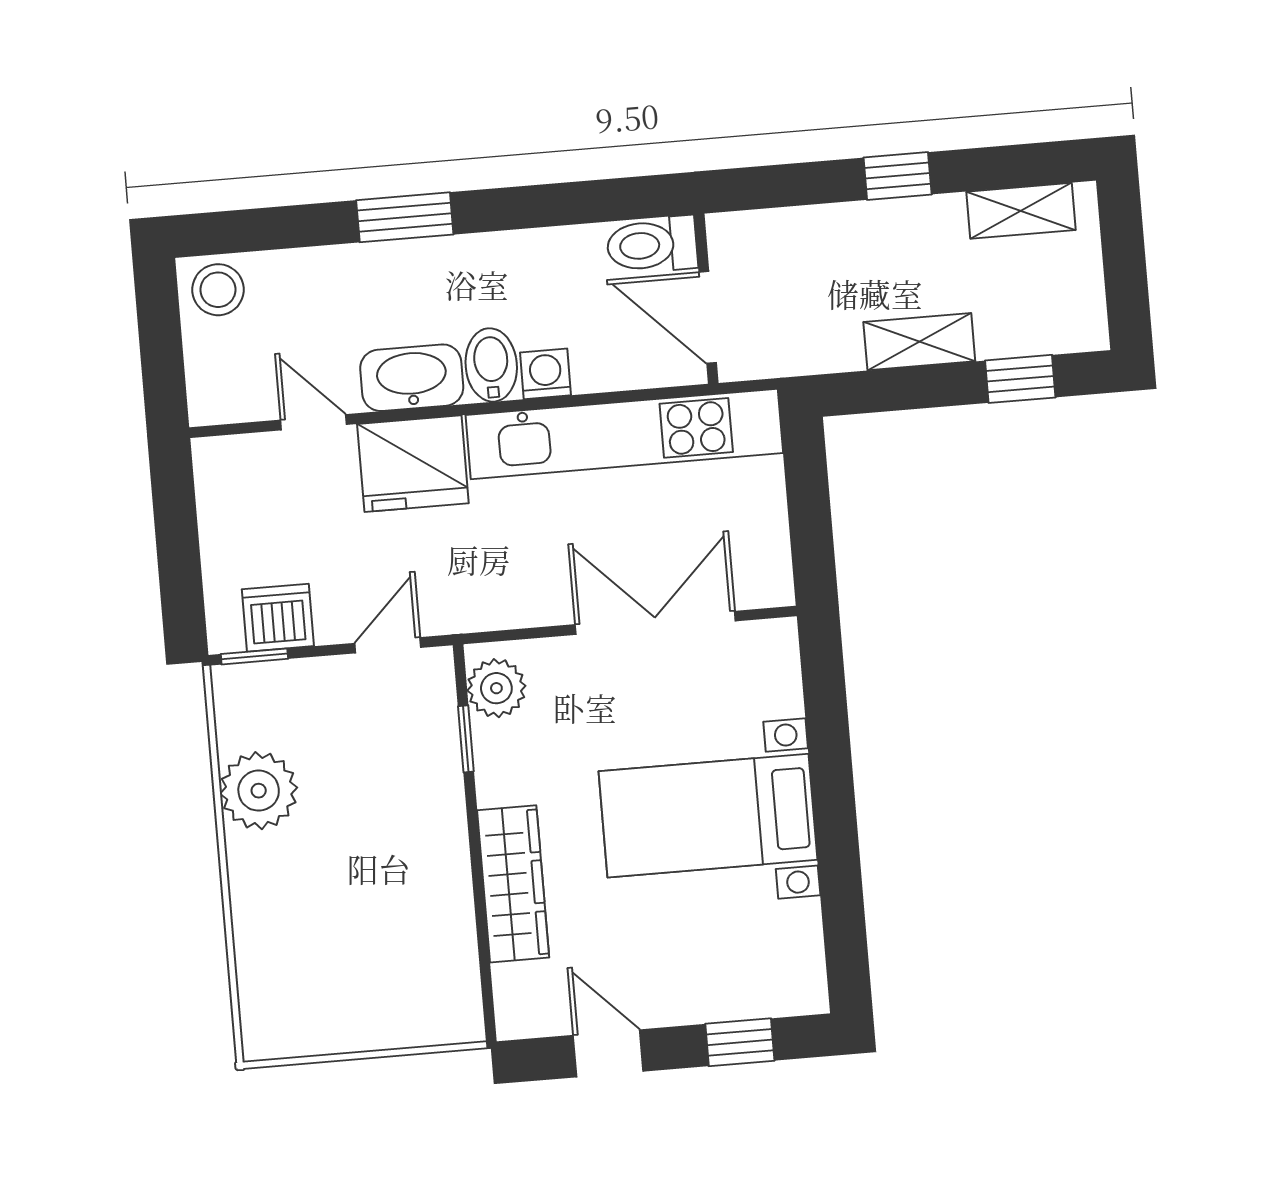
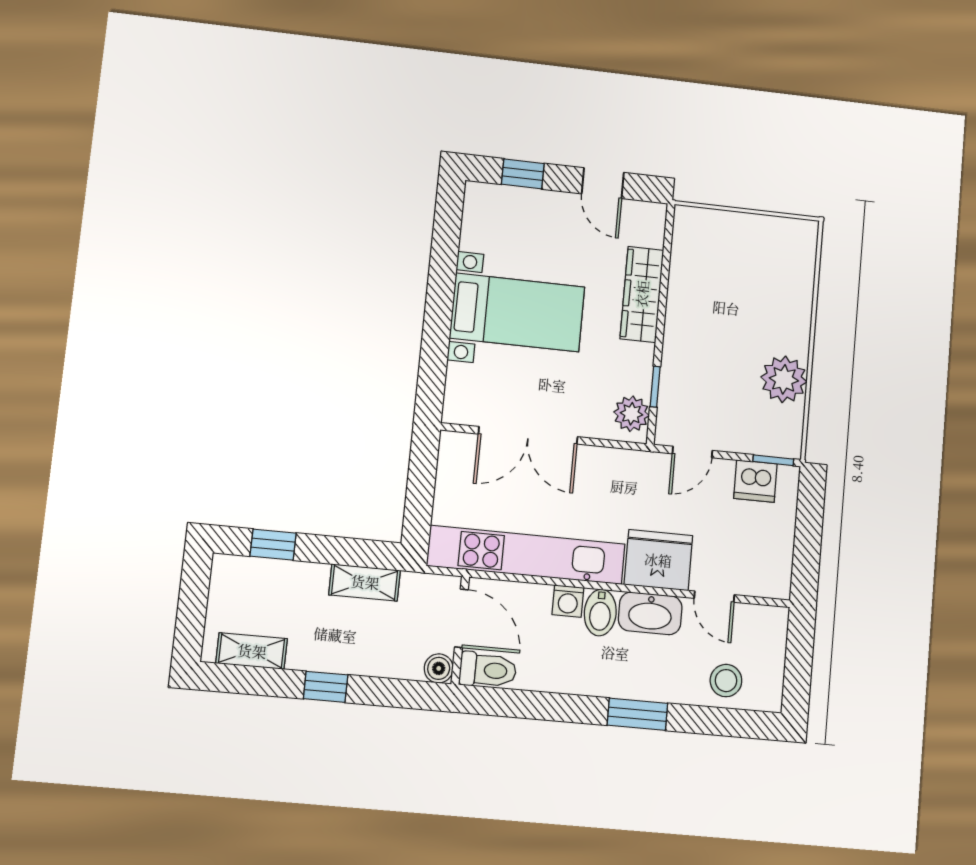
boiler: (729, 234) -> (439, 668), added
stool: (218, 290) -> (726, 681), moved
shelving: (919, 342) -> (365, 582), moved

